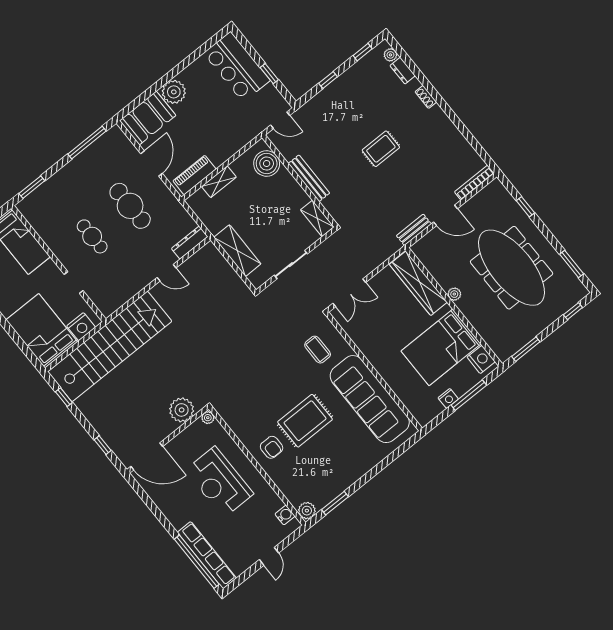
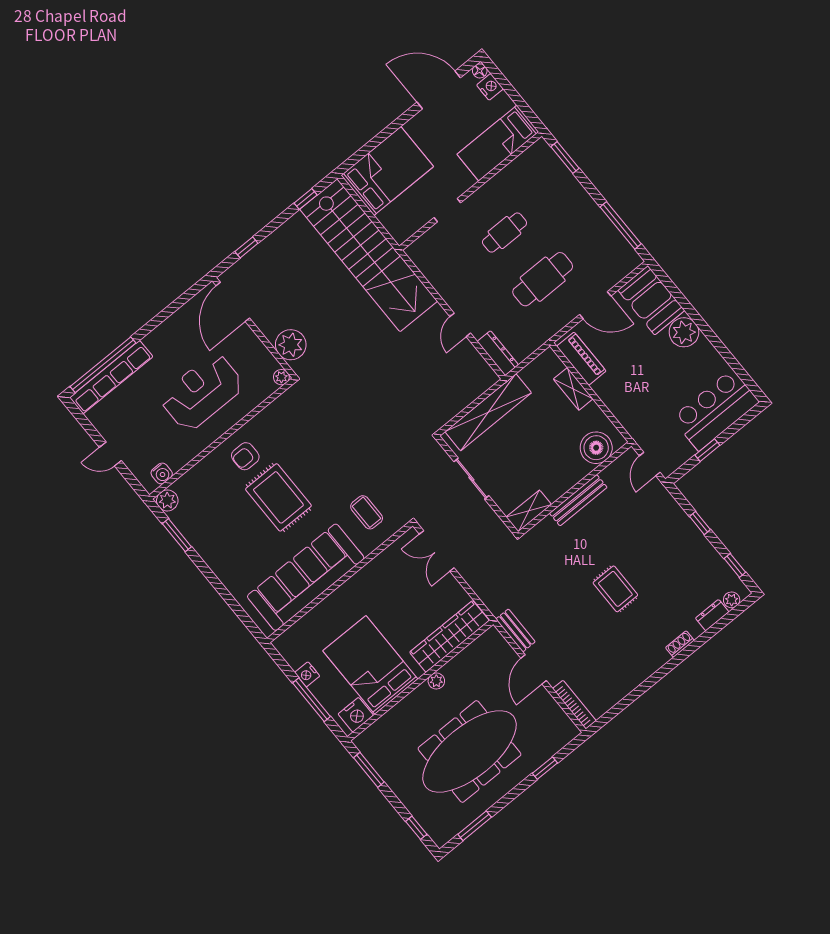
shelving: (237, 251) -> (488, 412), width x1.47
nightstand: (81, 327) -> (393, 220), removed
coffee table: (318, 350) -> (367, 512), turned 90

